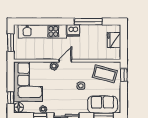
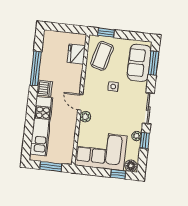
fridge: (114, 40) -> (76, 54), moved, turned 90

